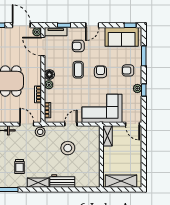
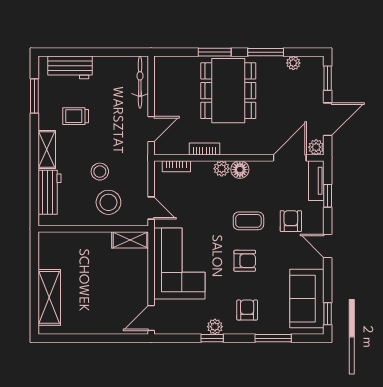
stool: (40, 132) -> (100, 172), moved
shelving: (108, 136) -> (130, 240), moved
wall: (101, 157) -> (93, 229), moved

